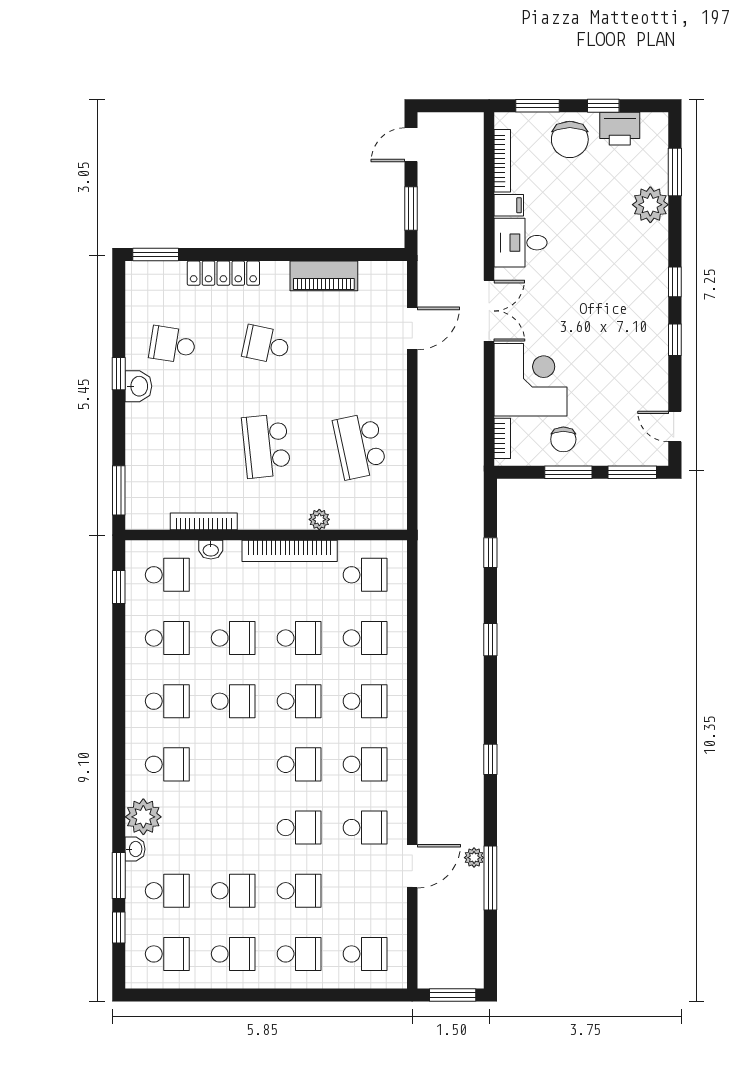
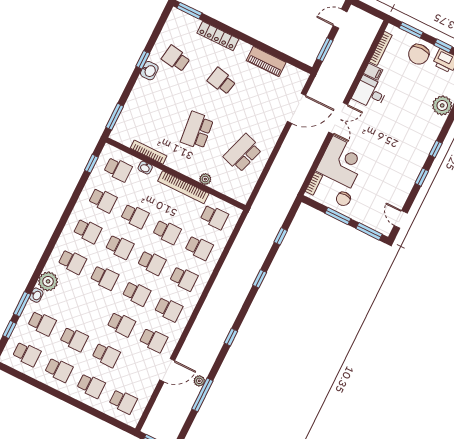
door: (412, 328) -> (297, 108), width x1.36
school desk: (360, 446) -> (243, 153), turned 30
school desk: (233, 764) -> (104, 278), added

